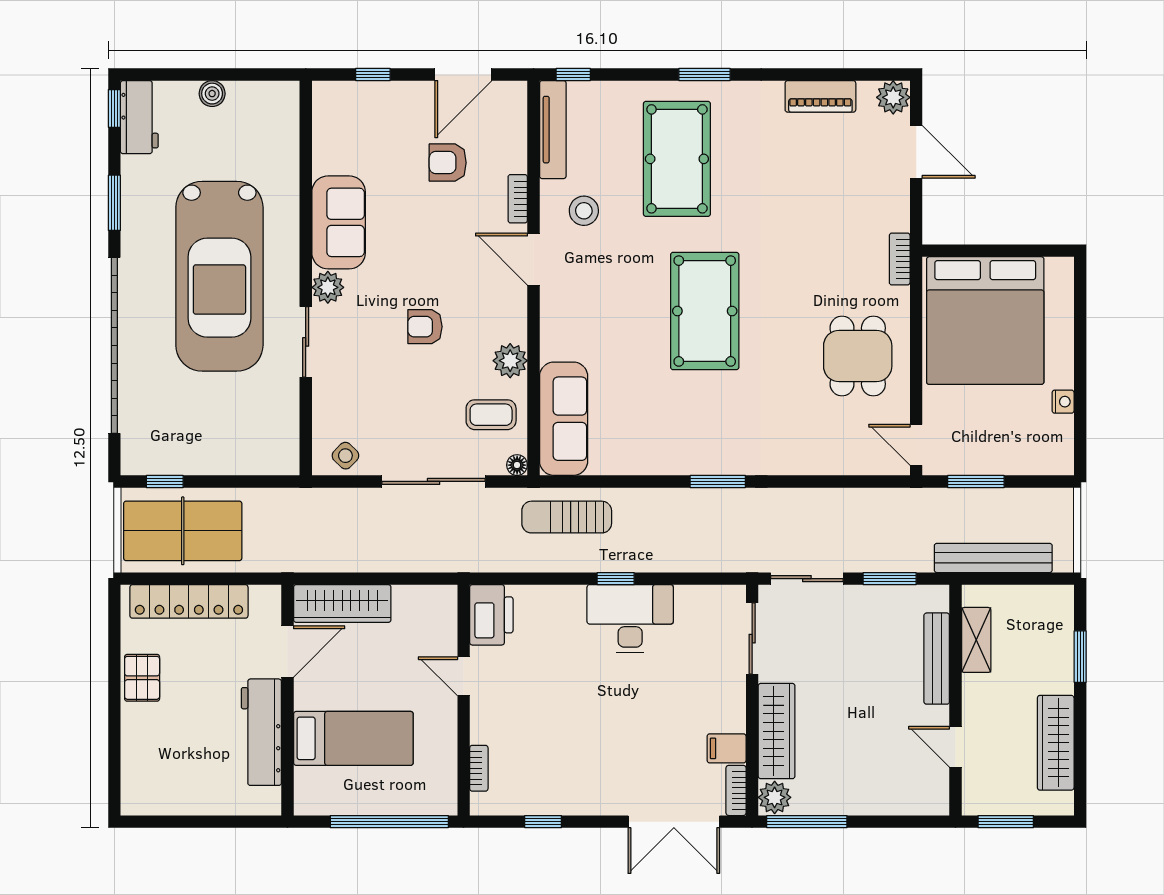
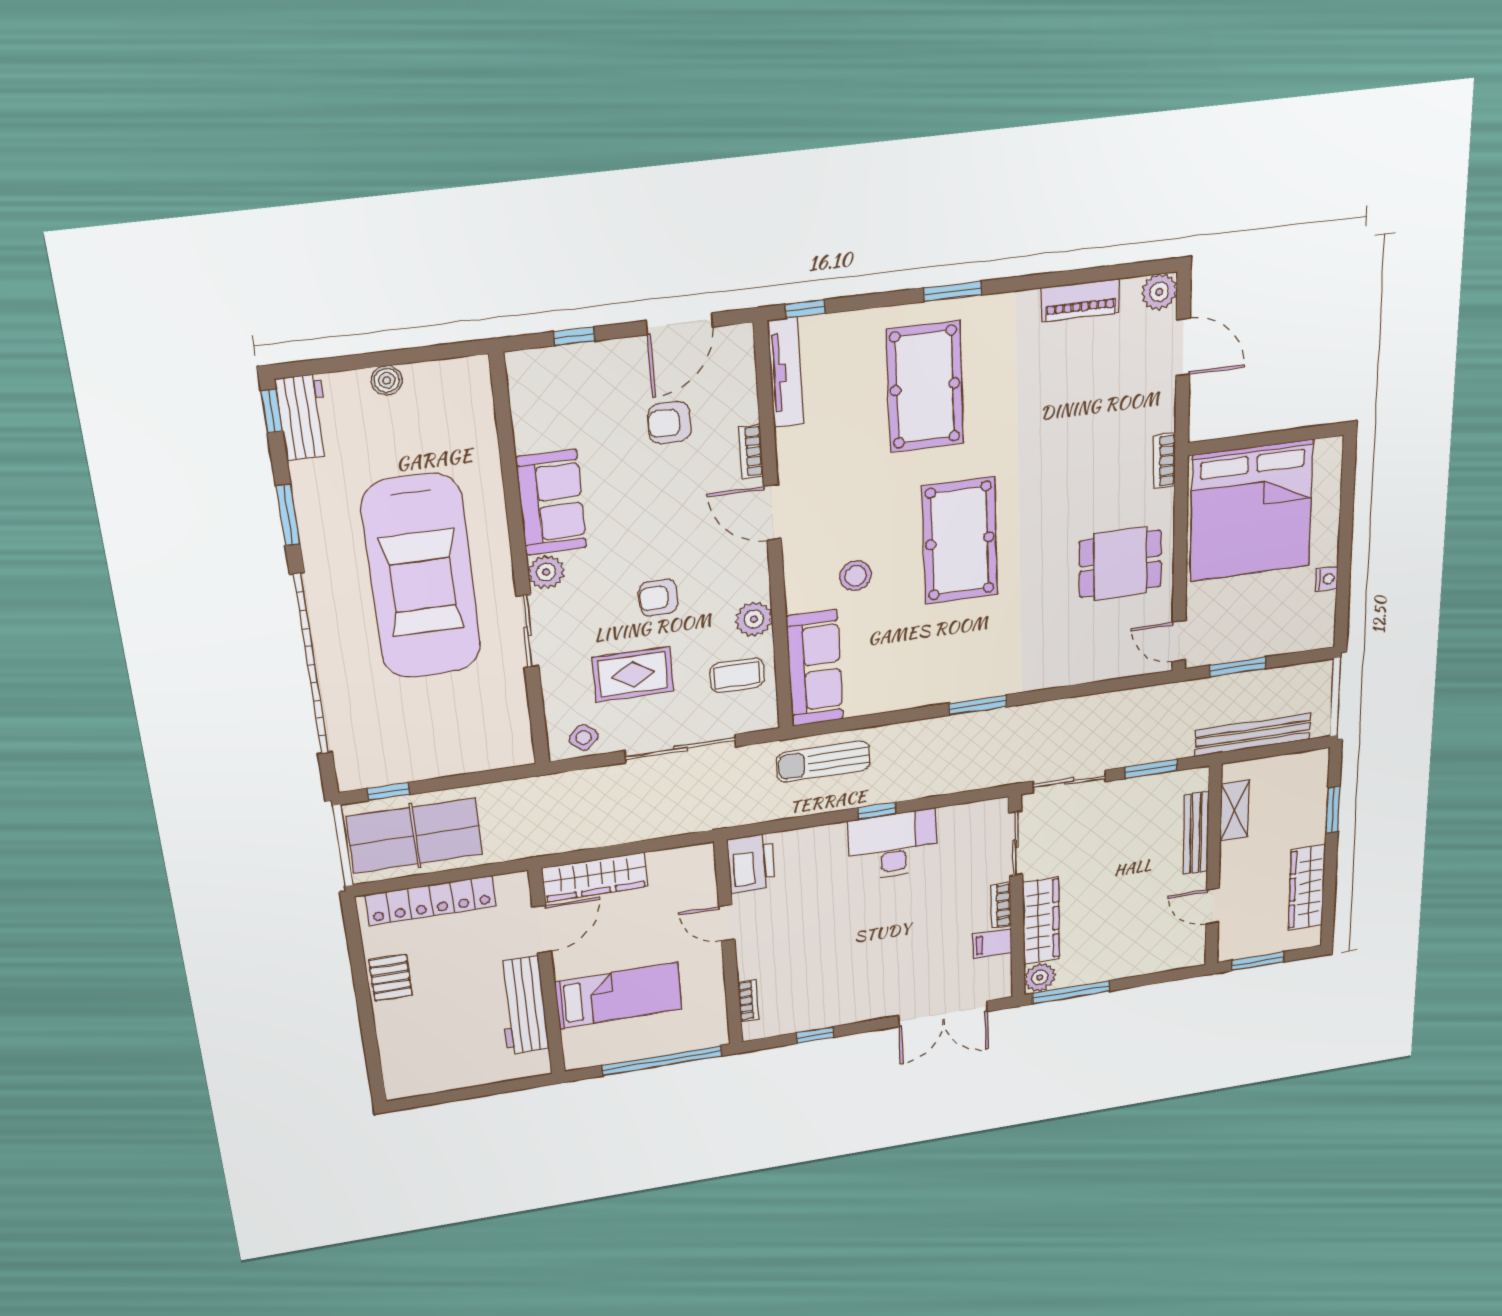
stool: (584, 211) -> (856, 576), moved
dining table: (858, 356) -> (1120, 564), turned 90
rug: (396, 399) -> (633, 674), added
floor lamp: (517, 465) -> (768, 720), removed
bookcase: (736, 790) -> (1001, 906), moved

